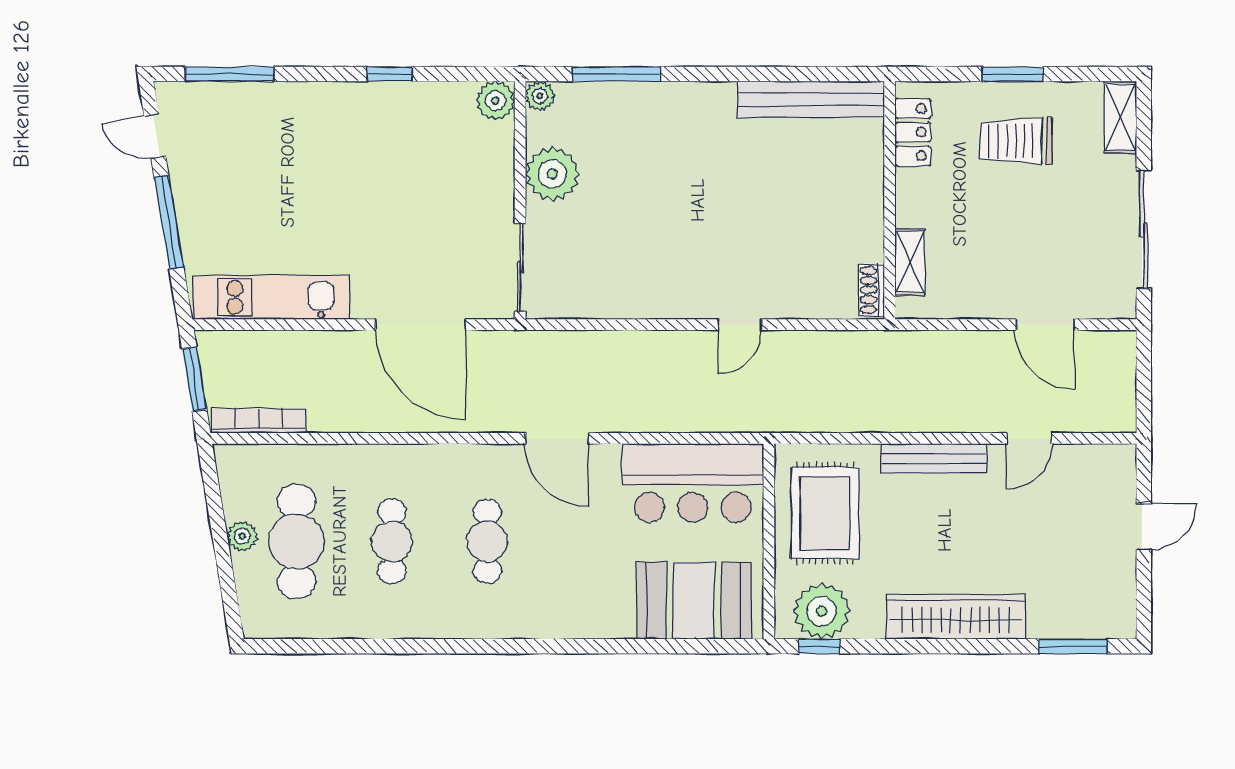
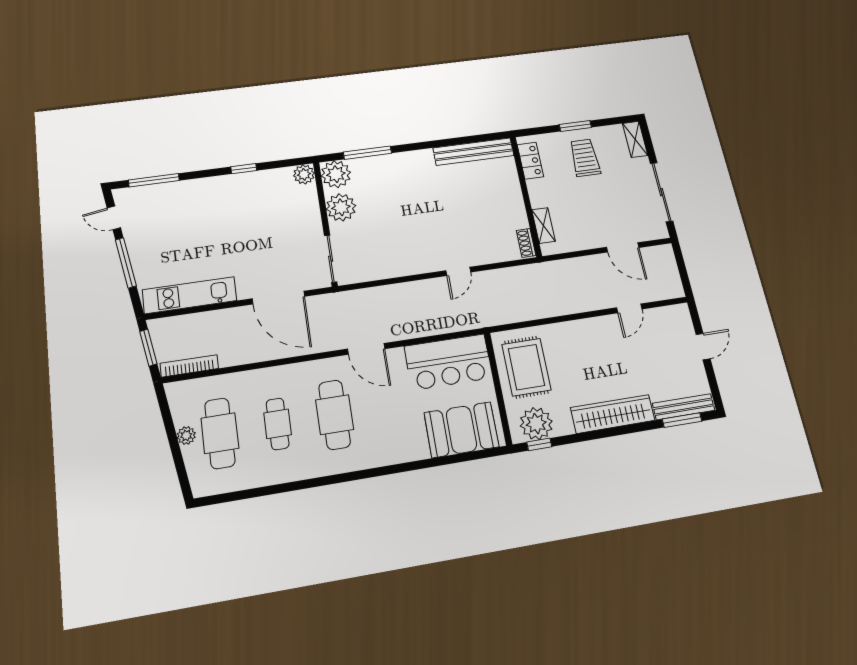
plant: (540, 96) -> (336, 174), width x1.87, depth x1.87
trolley: (1016, 141) -> (585, 158), turned 90
bench: (934, 458) -> (684, 407), moved
cafe table: (487, 541) -> (334, 415), width x1.37, depth x1.35

